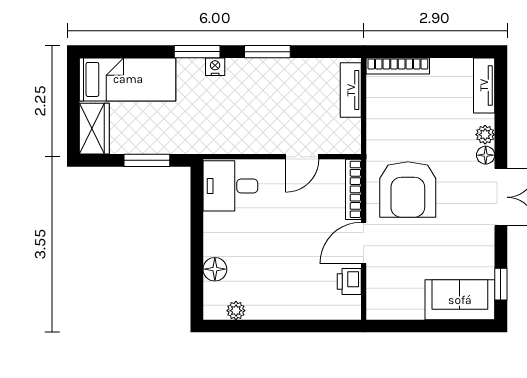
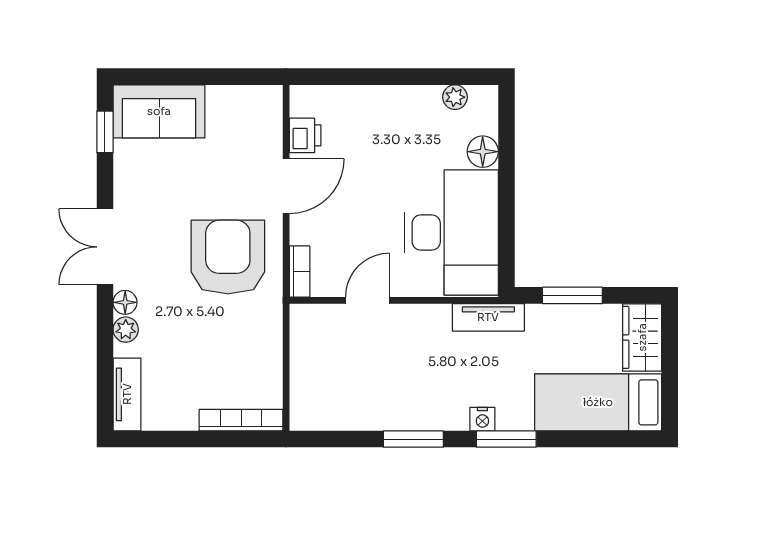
tv unit: (351, 90) -> (488, 317), moved, turned 90
desk: (230, 186) -> (452, 233), width x1.87, depth x1.30
bookcase: (353, 189) -> (300, 271), width x0.64

